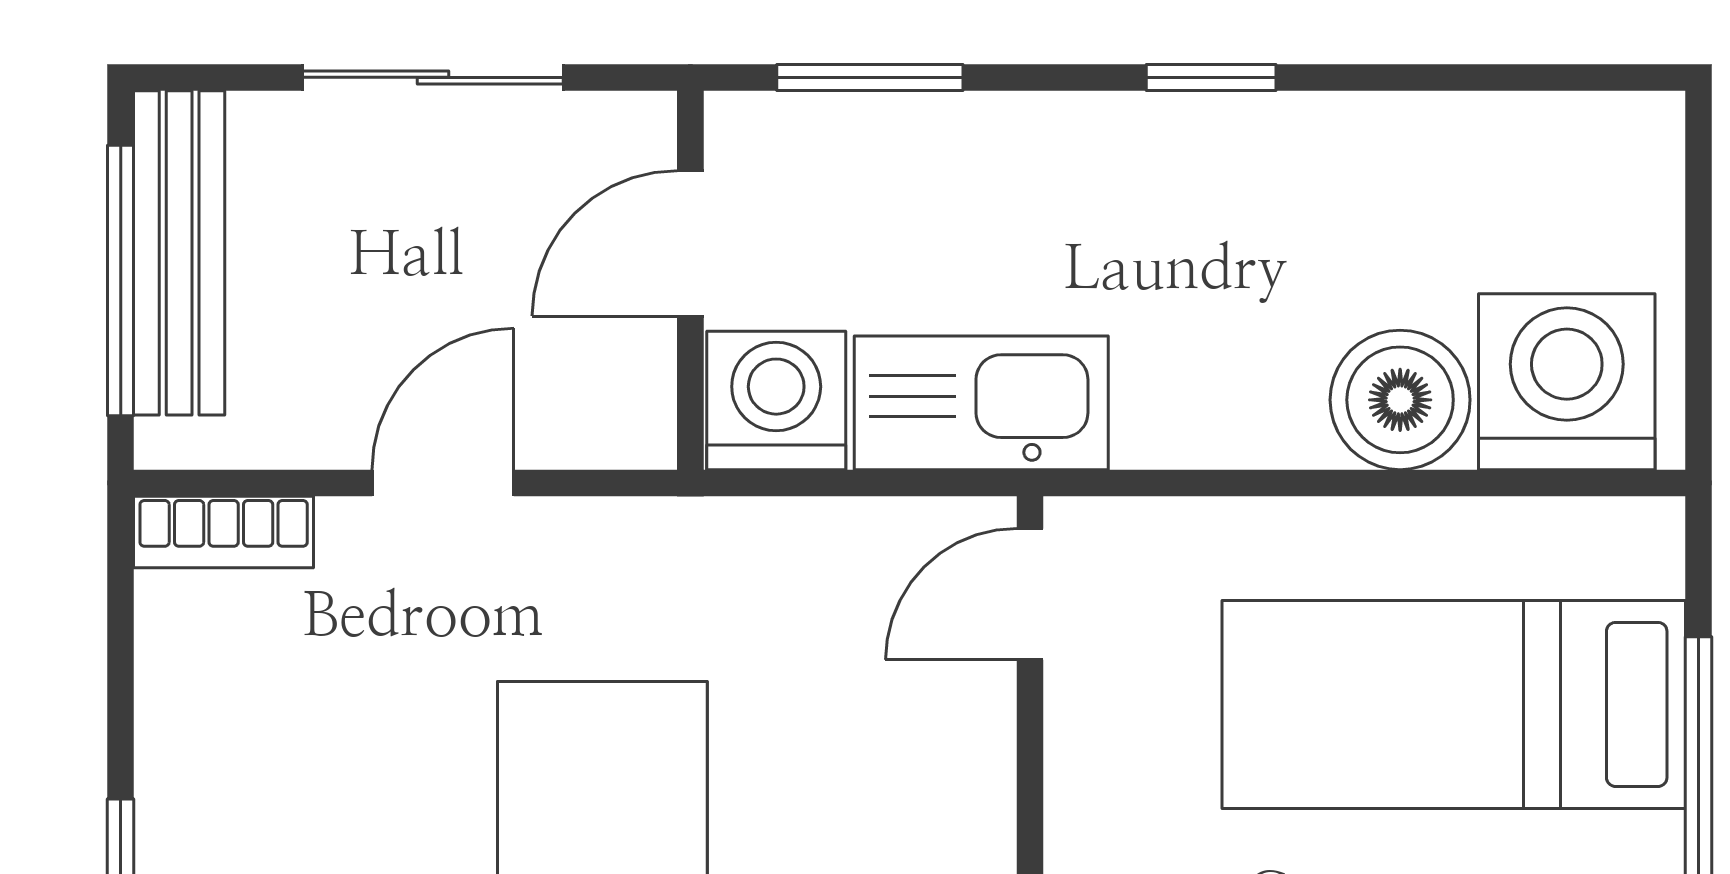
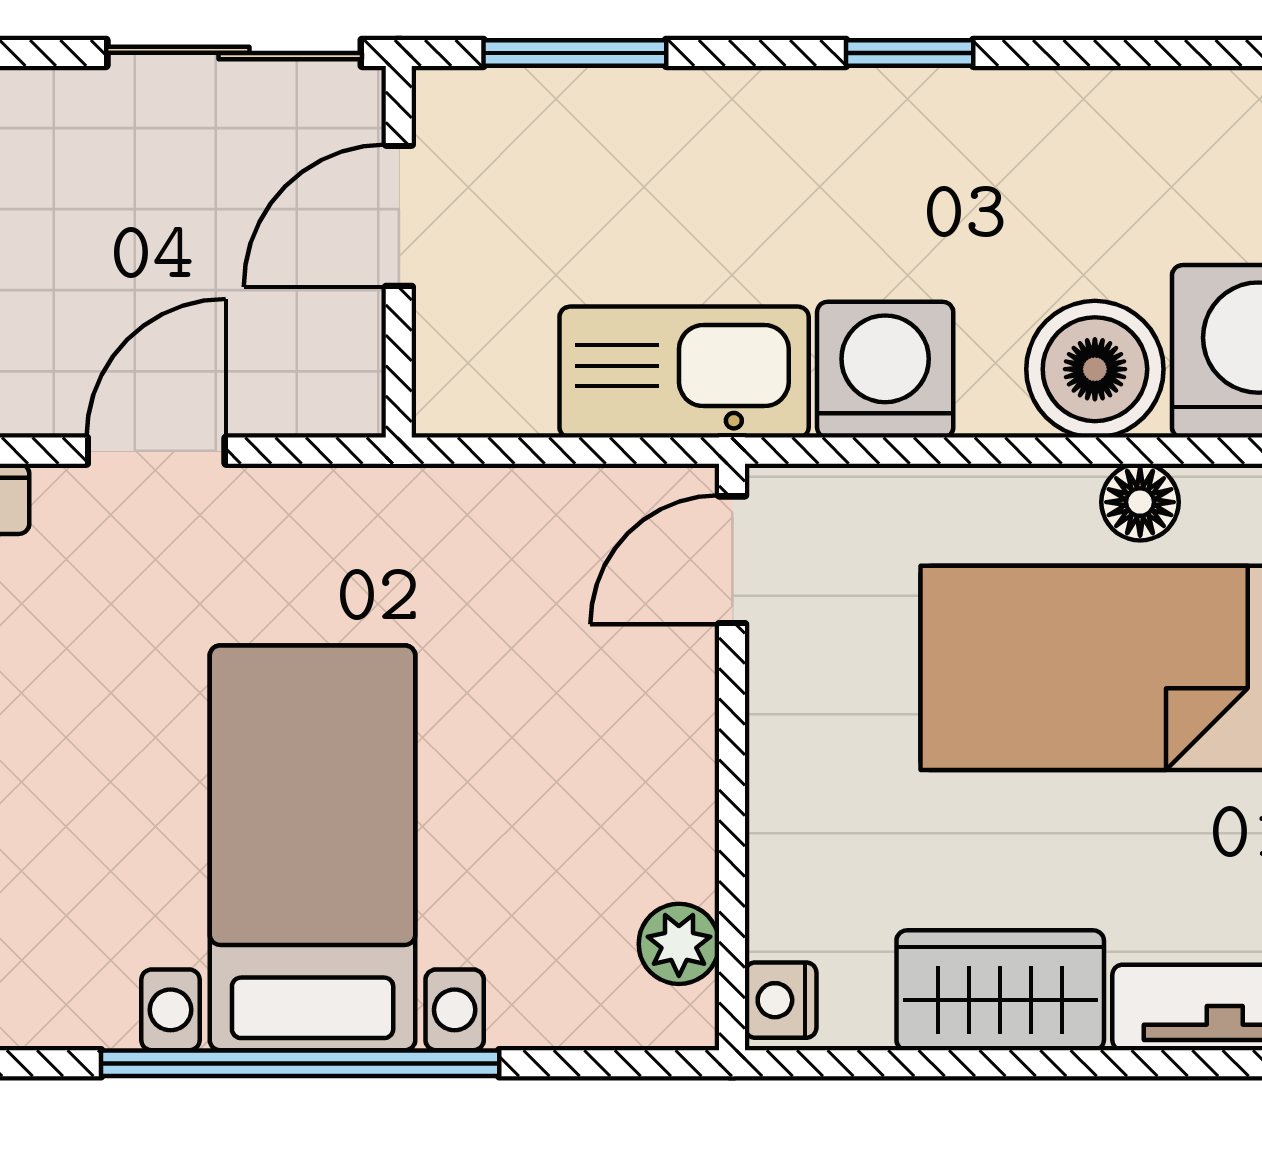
sliding door: (433, 77) -> (234, 53), moved
washing machine: (776, 400) -> (885, 370), moved
floor lamp: (1446, 535) -> (1140, 502), added

